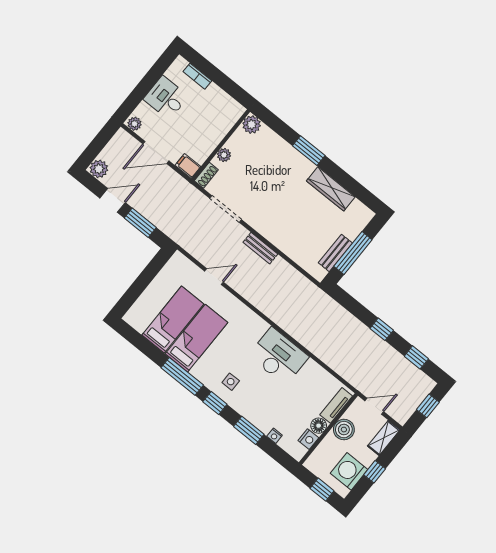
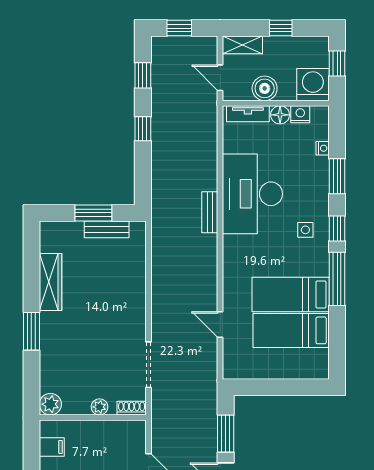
filing cabinet: (188, 166) -> (52, 447), moved, turned -90
bench: (260, 248) -> (210, 212), moved
window: (353, 253) -> (93, 213), width x0.69
desk: (279, 356) -> (252, 194), width x1.36, depth x1.30
washing machine: (349, 471) -> (313, 85), moved, turned 180

